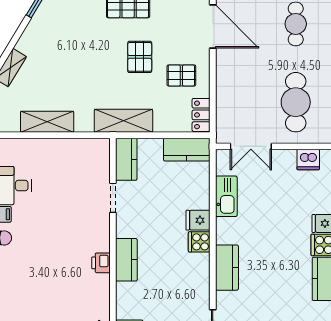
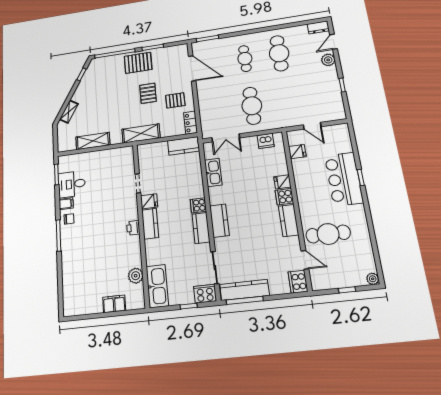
kitchen counter: (126, 159) -> (201, 228), moved, turned 180
fridge: (198, 220) -> (149, 201), moved, turned 180

